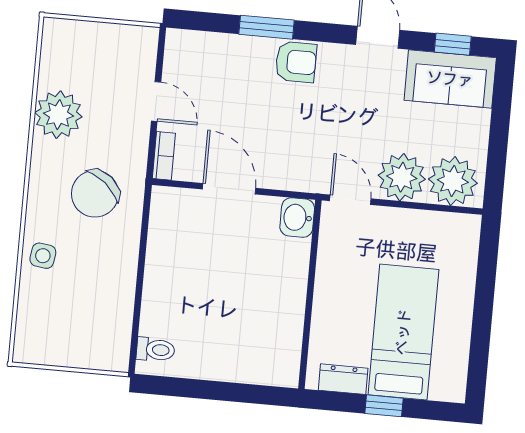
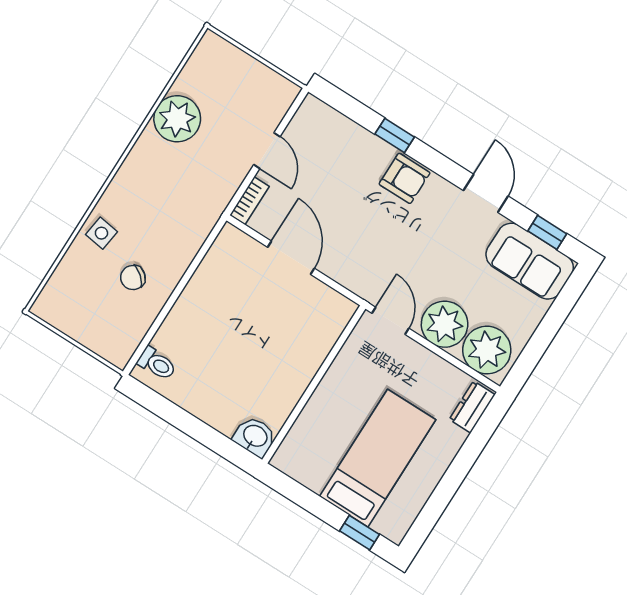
window: (267, 27) -> (395, 135), width x0.67
chair: (95, 194) -> (133, 278), moved, width x0.54, depth x0.54
washbasin: (297, 218) -> (255, 437), moved, turned 90
dresser: (343, 379) -> (472, 407), moved, turned -90
window: (384, 406) -> (359, 533), moved

